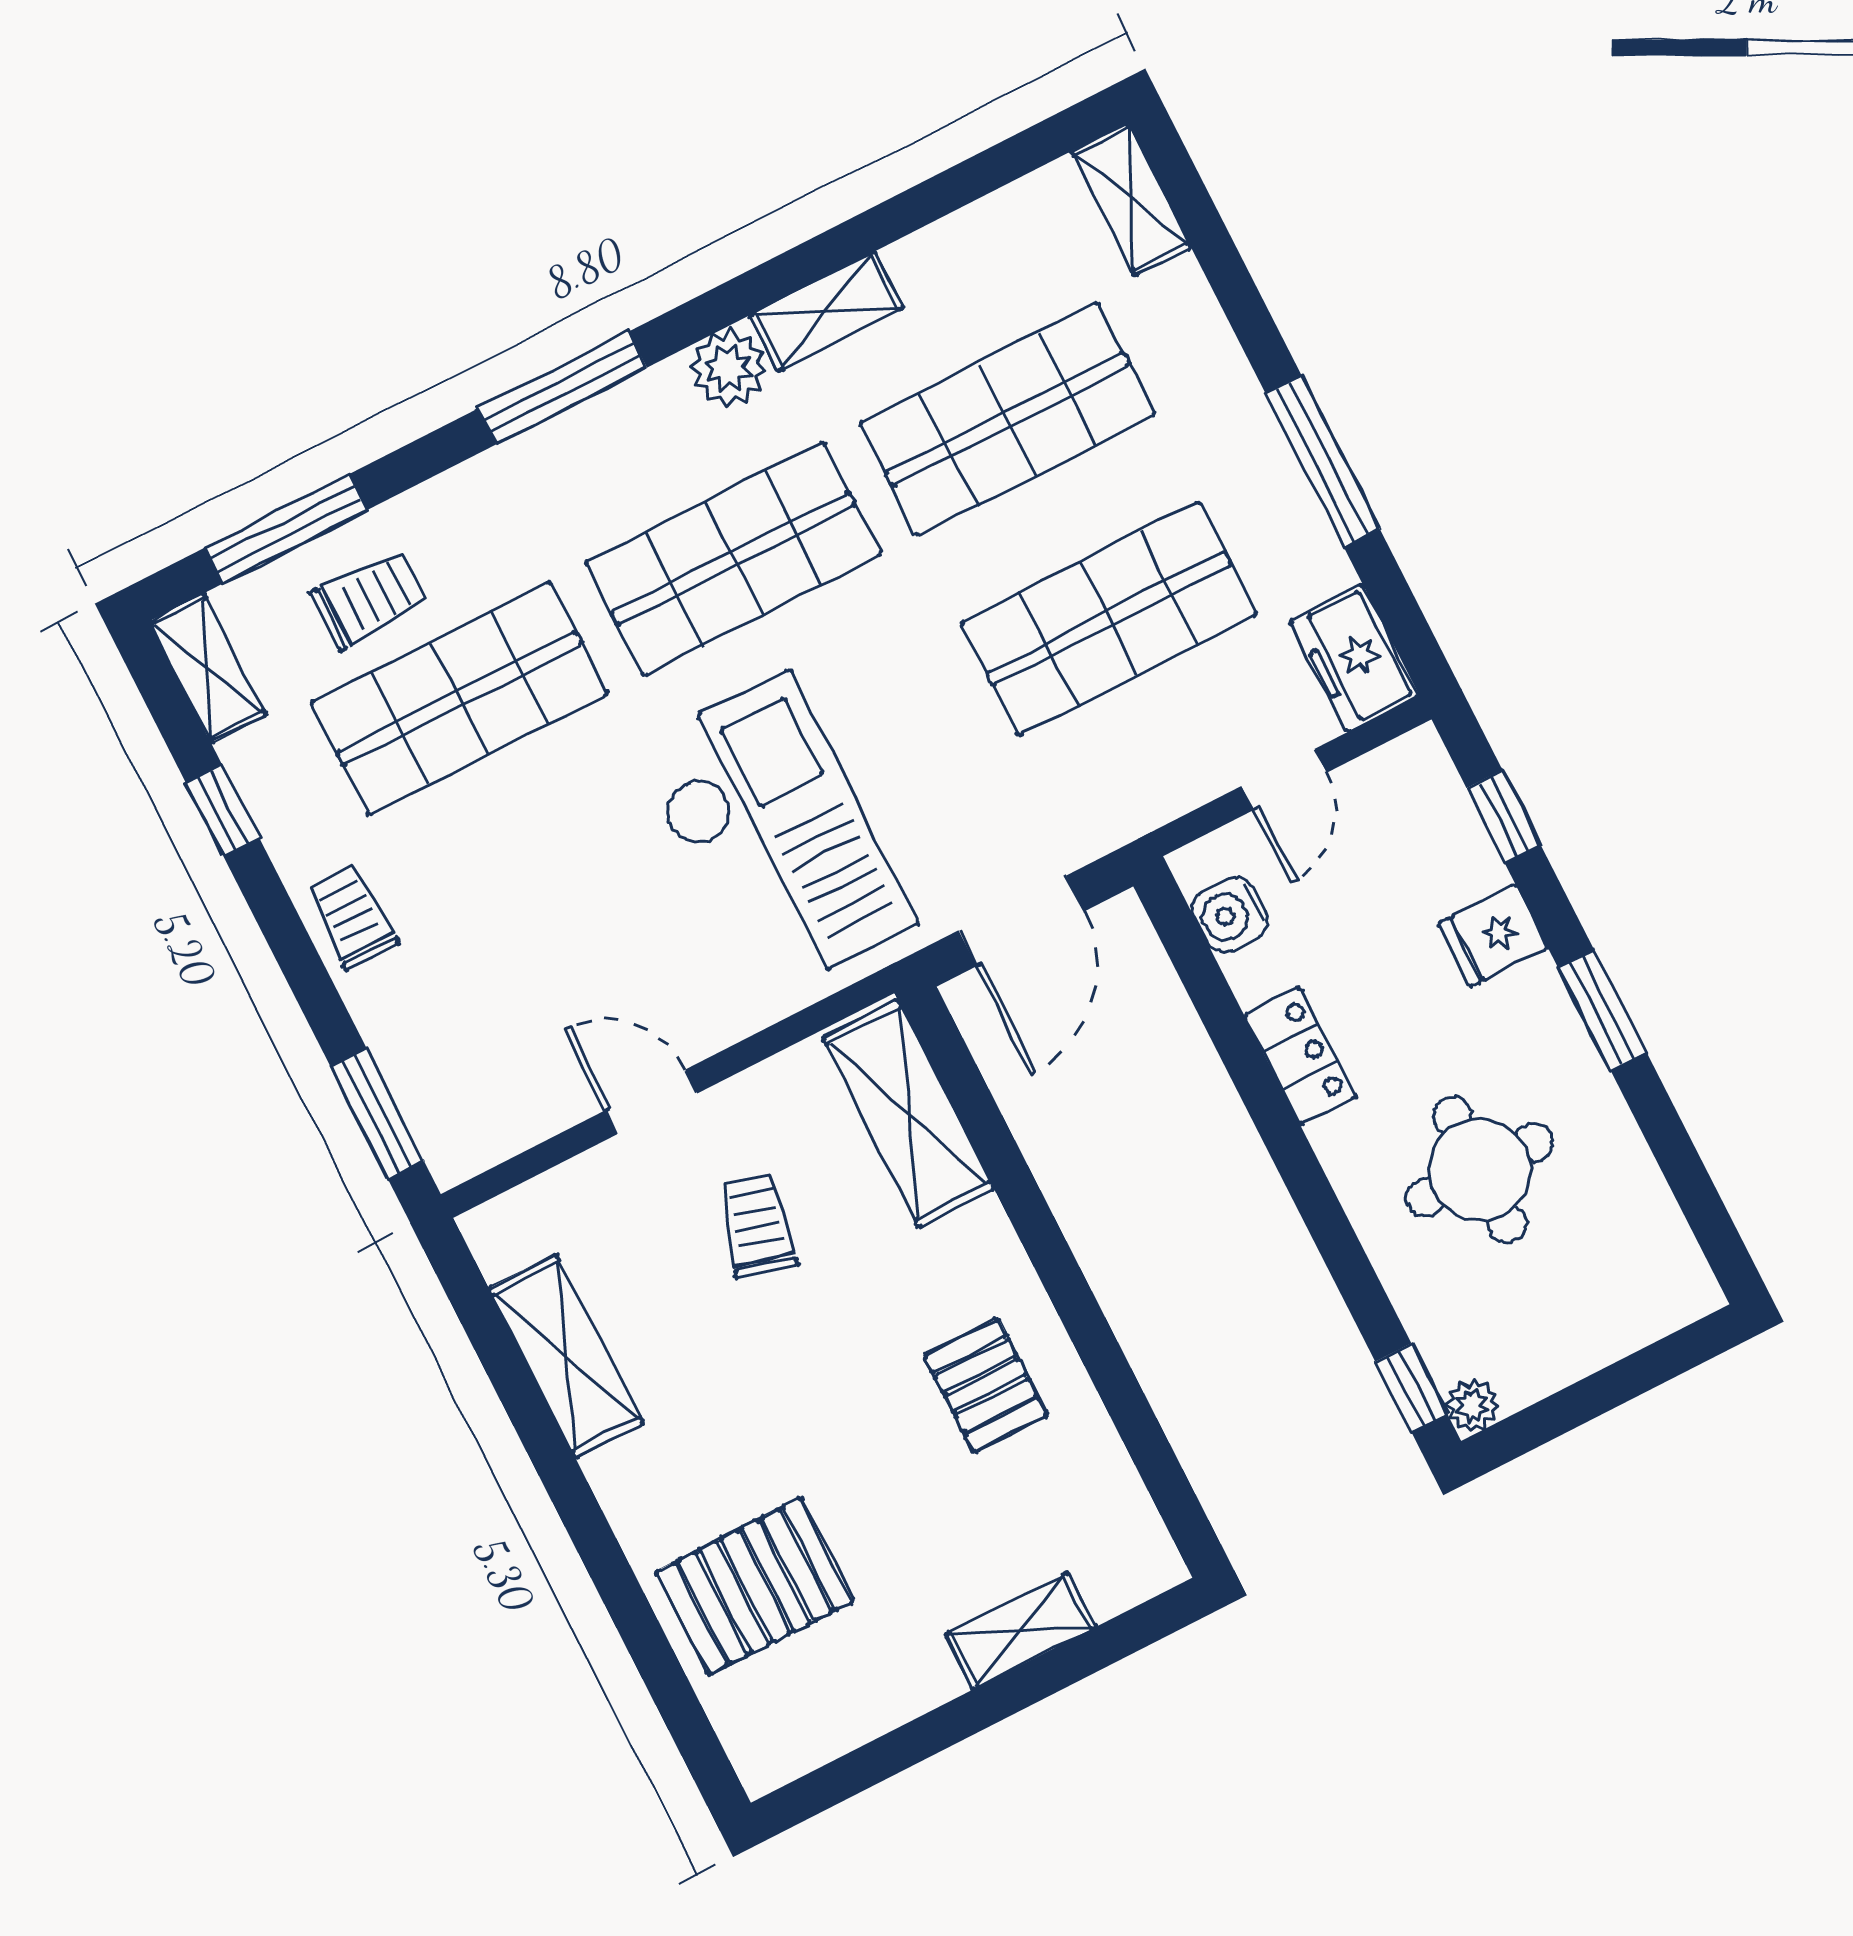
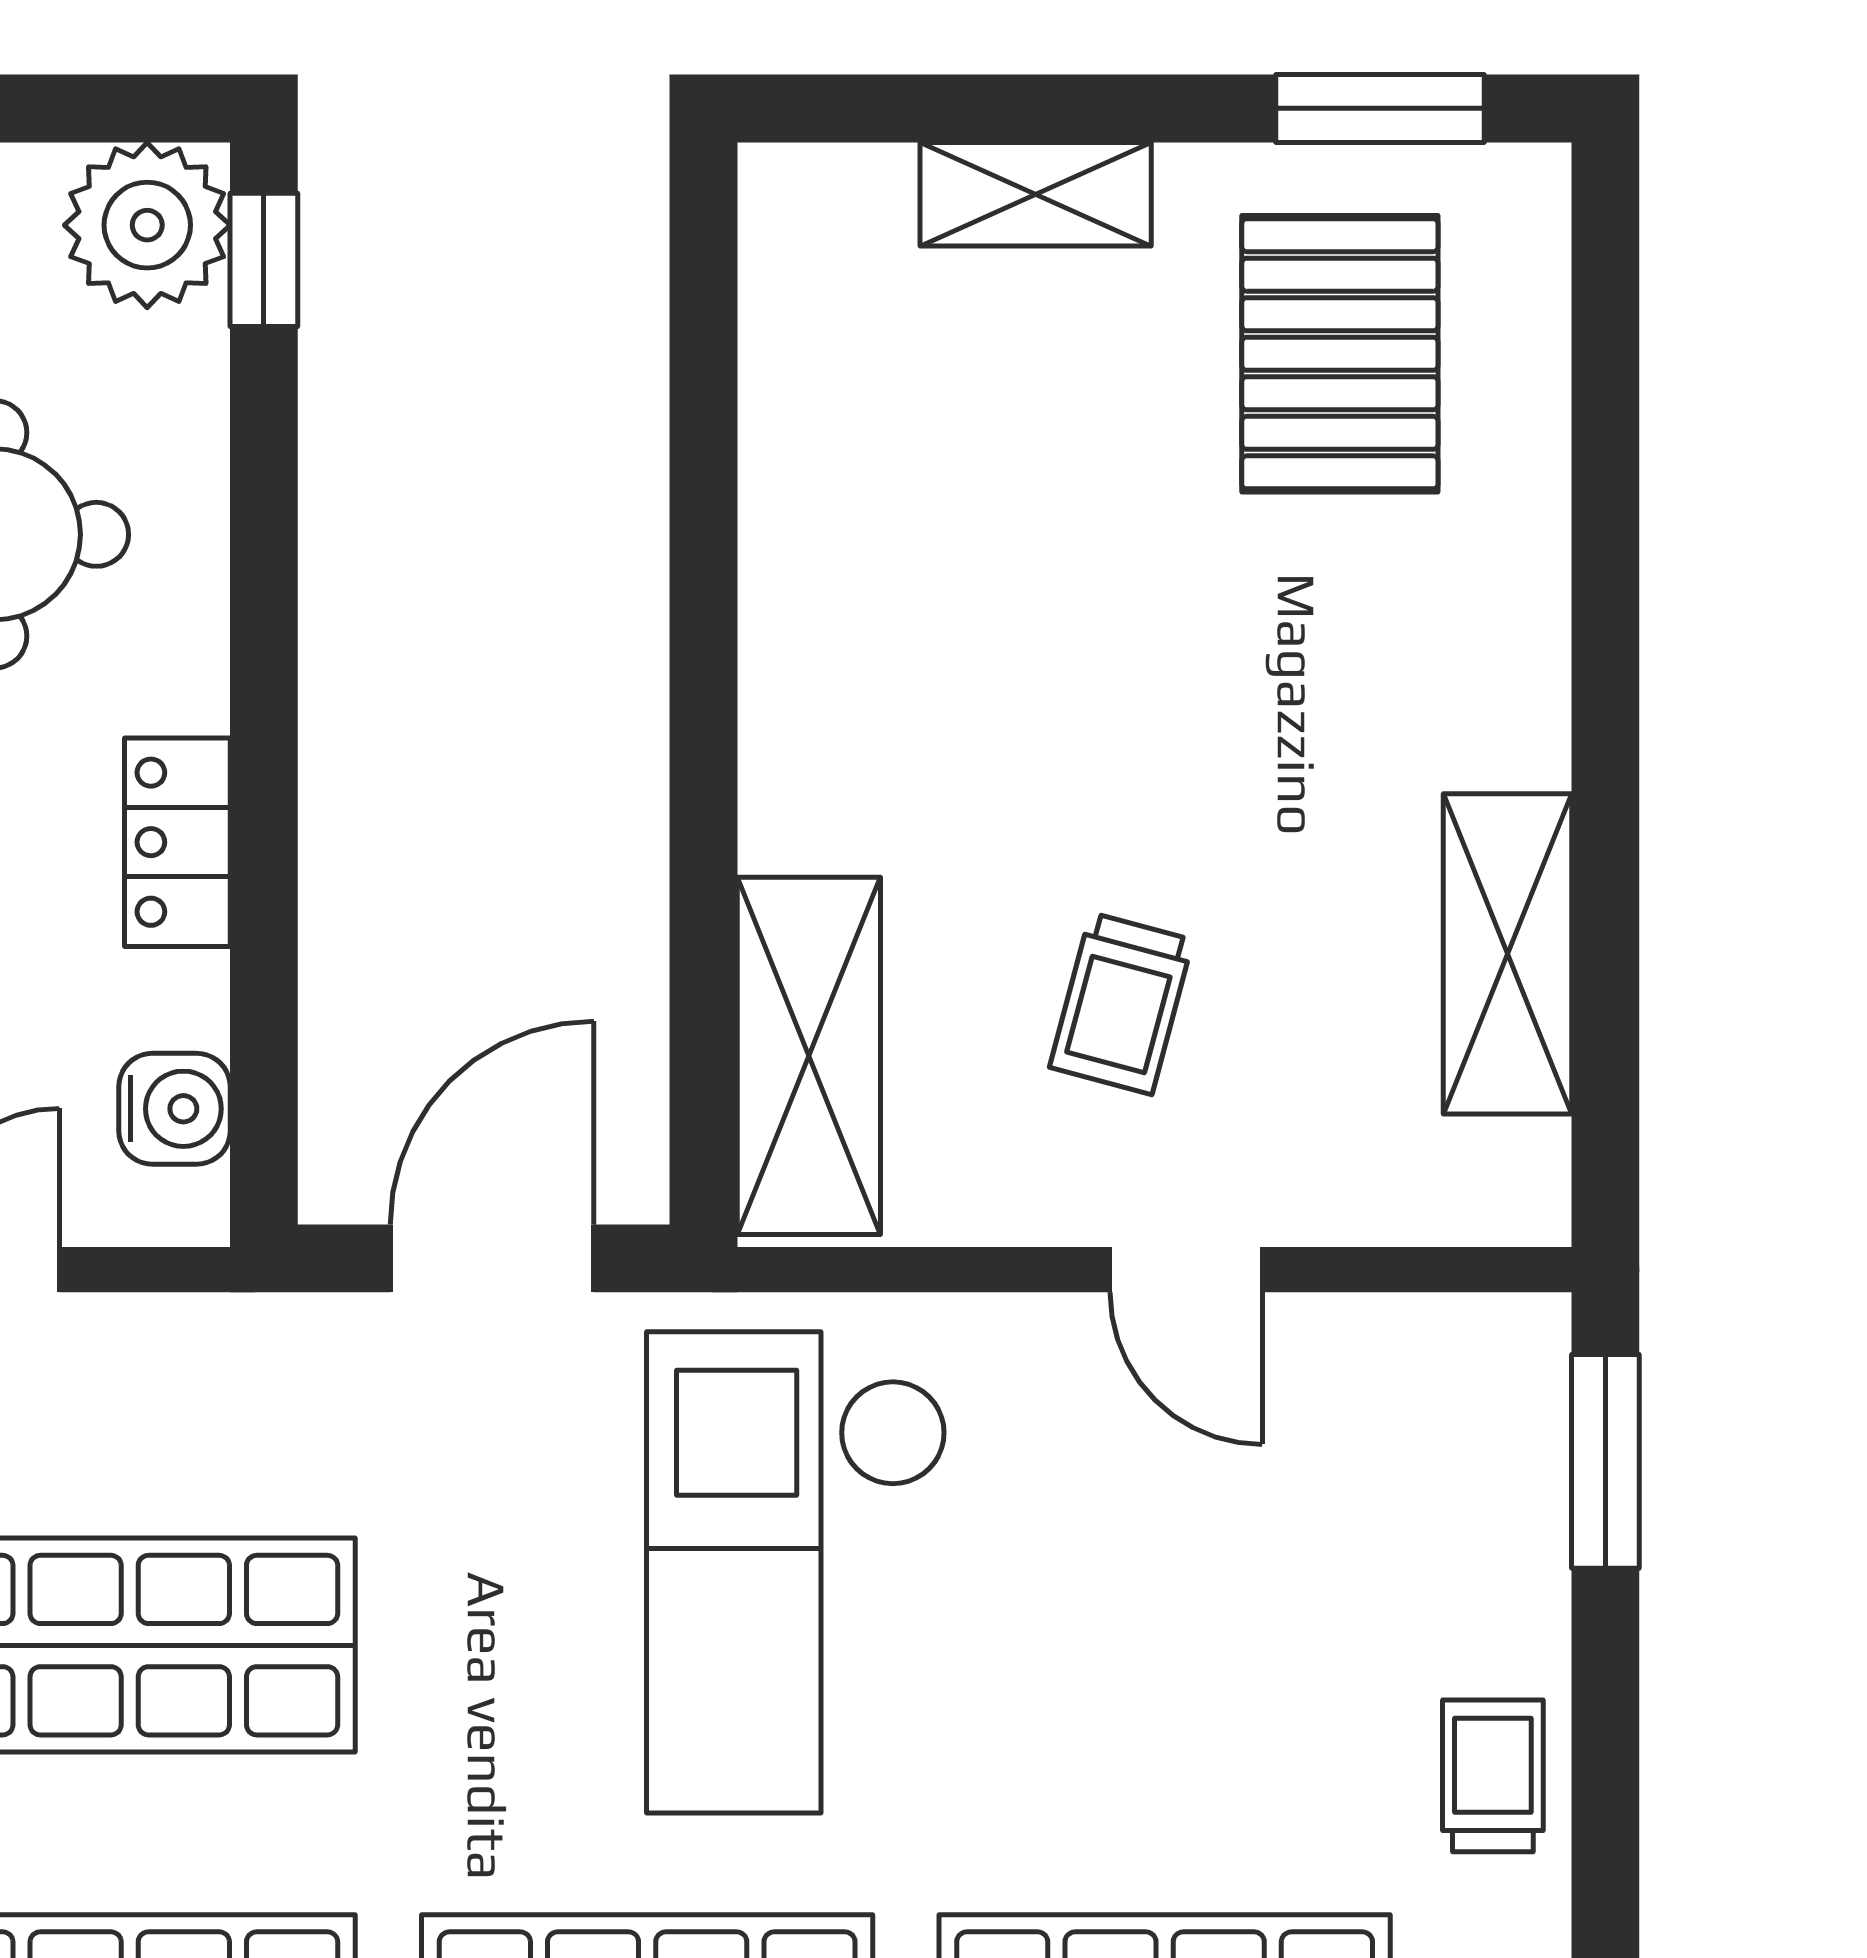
trolley: (352, 917) -> (1493, 1776), turned 180
pallet: (986, 1386) -> (900, 589), removed
plant: (1473, 1406) -> (147, 225), width x1.88, depth x1.88
pallet: (755, 1586) -> (1340, 354), moved, turned 90
window: (861, 1769) -> (1380, 108), added

